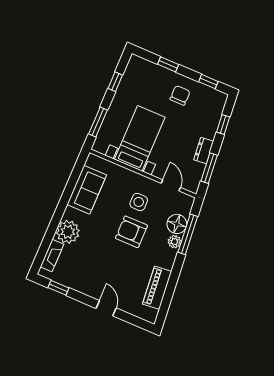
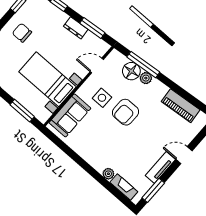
sofa: (87, 190) -> (70, 115), moved, turned 90
plant: (68, 232) -> (108, 174), width x0.53, depth x0.53
tv unit: (85, 287) -> (160, 168), added
window: (58, 288) -> (153, 190), width x1.50

